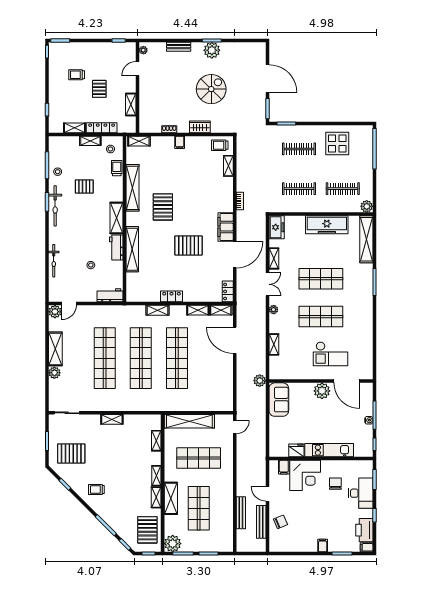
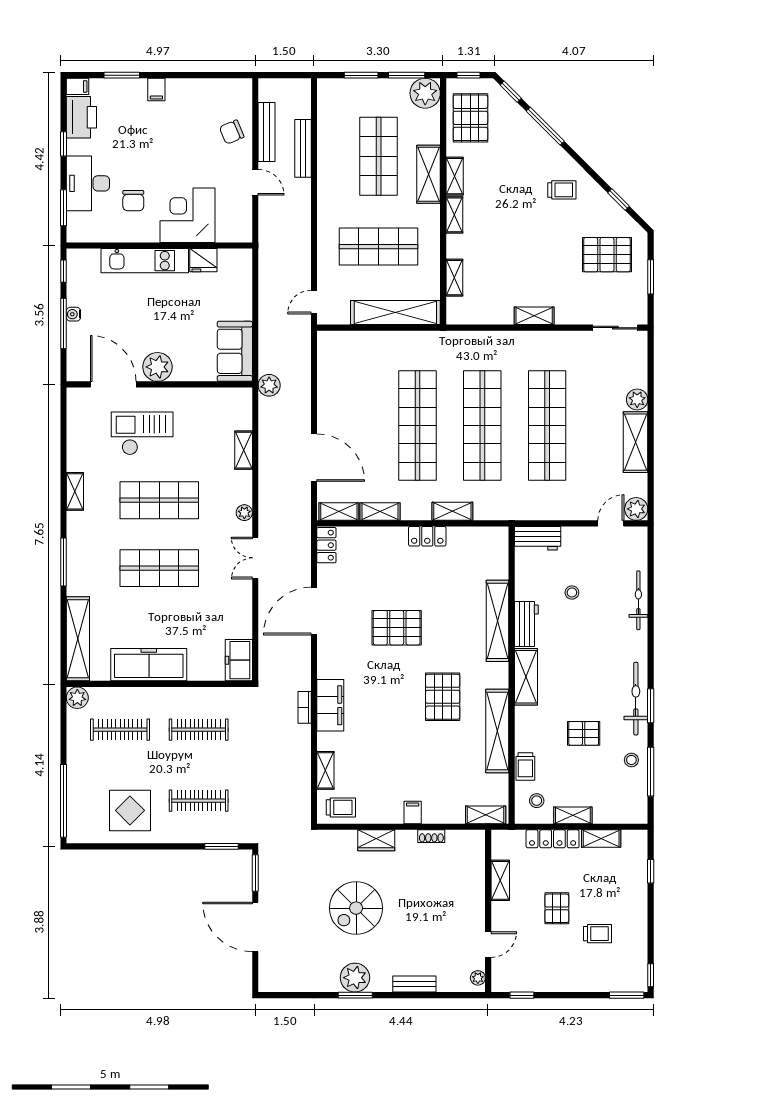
filing cabinet: (226, 227) -> (330, 705), moved
shelving: (274, 258) -> (75, 491), moved
filing cabinet: (284, 467) -> (226, 230), removed

